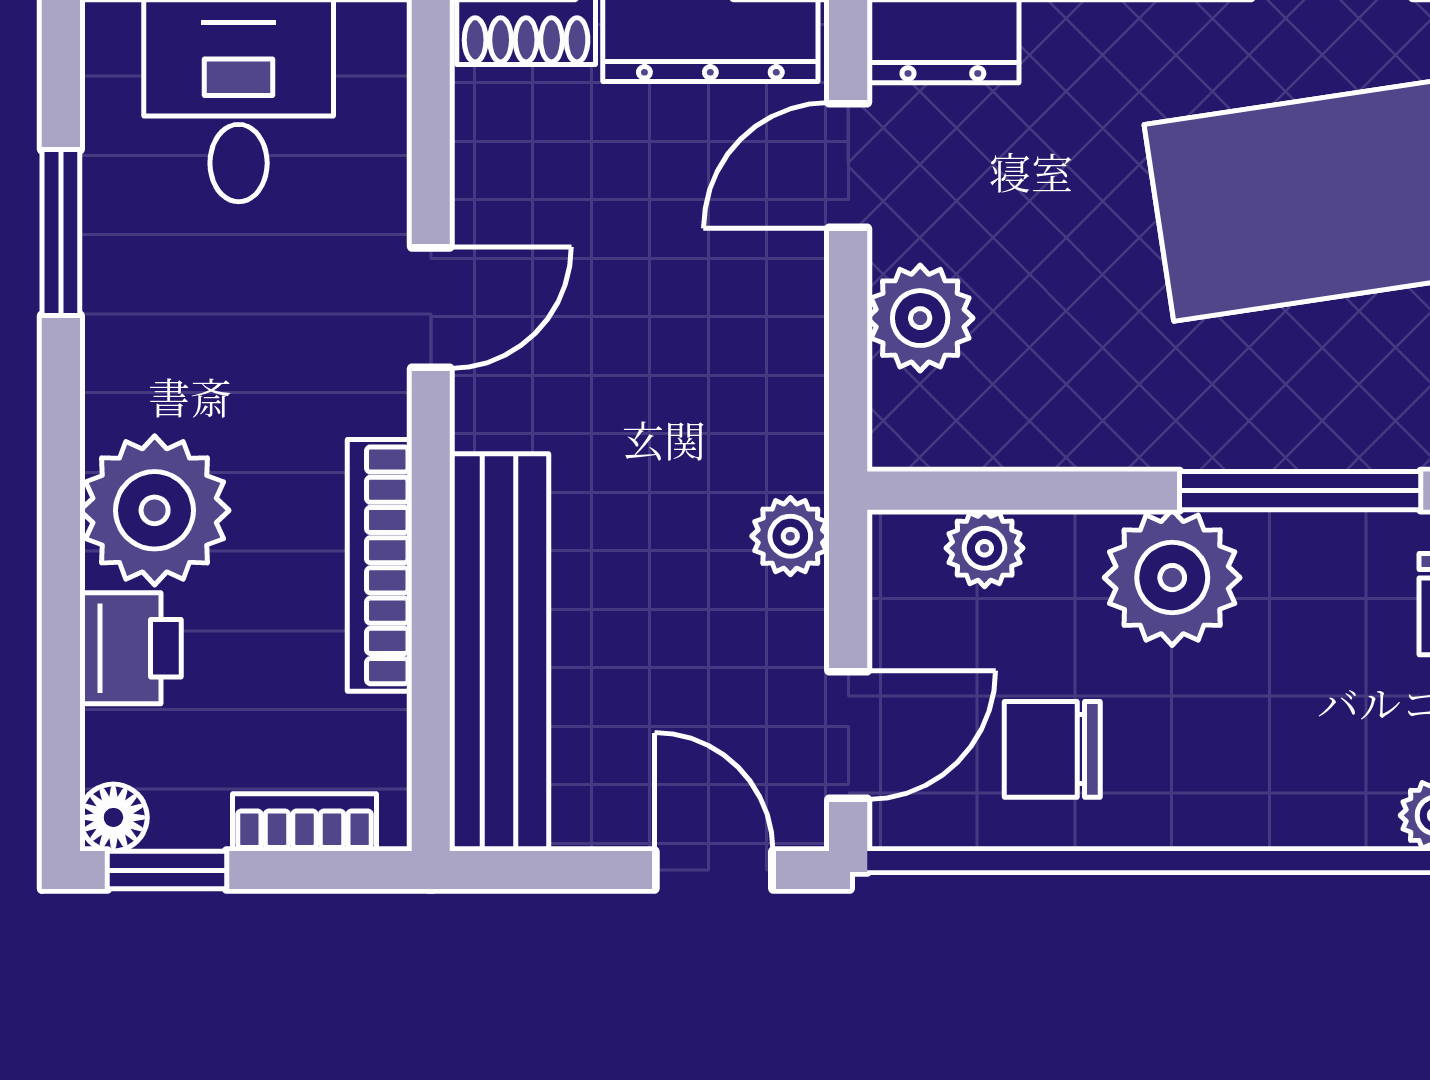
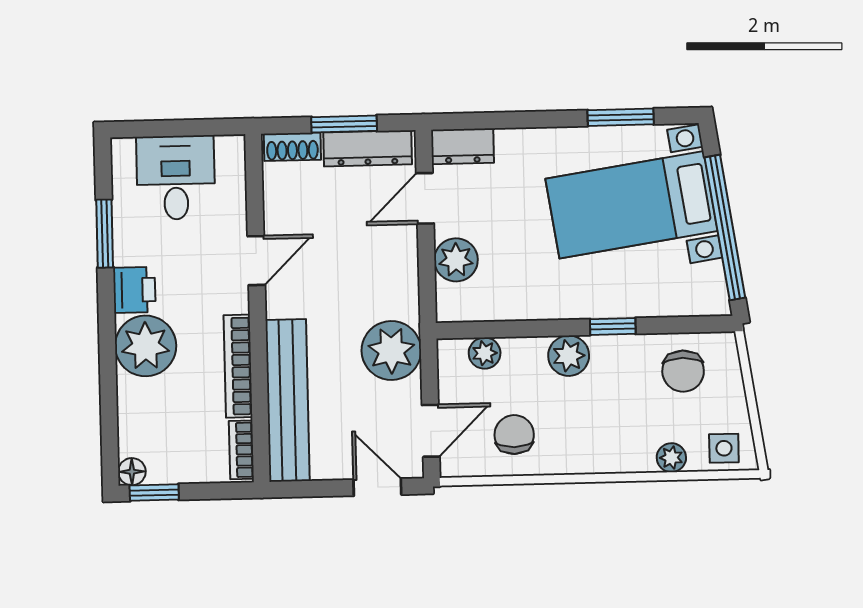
window: (1300, 491) -> (613, 327), width x0.46
plant: (790, 536) -> (391, 350), width x1.88, depth x1.88
plant: (1172, 578) -> (569, 356), width x0.73, depth x0.73
printer: (130, 648) -> (134, 290), moved
chair: (1052, 749) -> (514, 435), turned 90
bookcase: (304, 822) -> (241, 450), moved, turned -90

